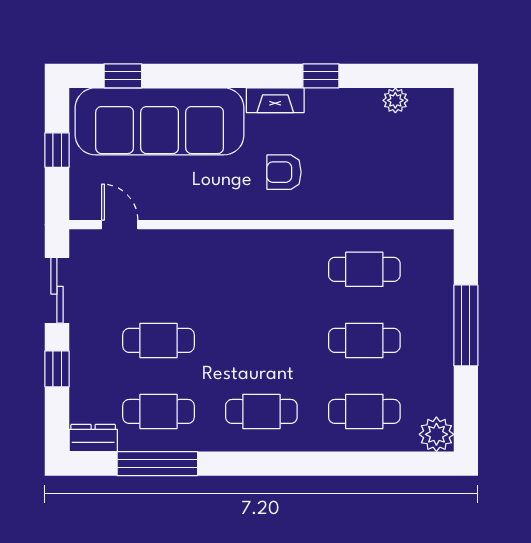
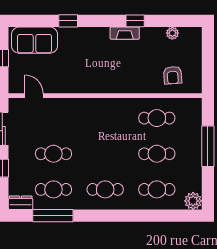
window: (123, 76) -> (68, 21), moved
fireplace: (275, 100) -> (125, 33), moved
sofa: (160, 121) -> (35, 40), width x0.54, depth x0.79
armchair: (284, 172) -> (173, 75), moved, turned -94

